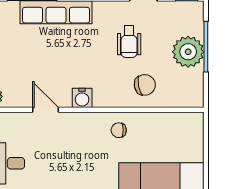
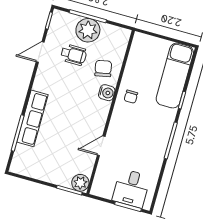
wheelchair: (129, 42) -> (74, 55), moved
water cooler: (82, 98) -> (107, 93), moved

